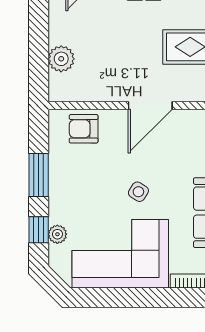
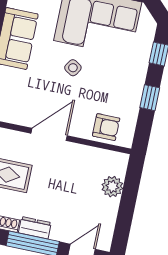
window: (39, 175) -> (150, 98), width x0.67
plant: (57, 234) -> (145, 47), removed

